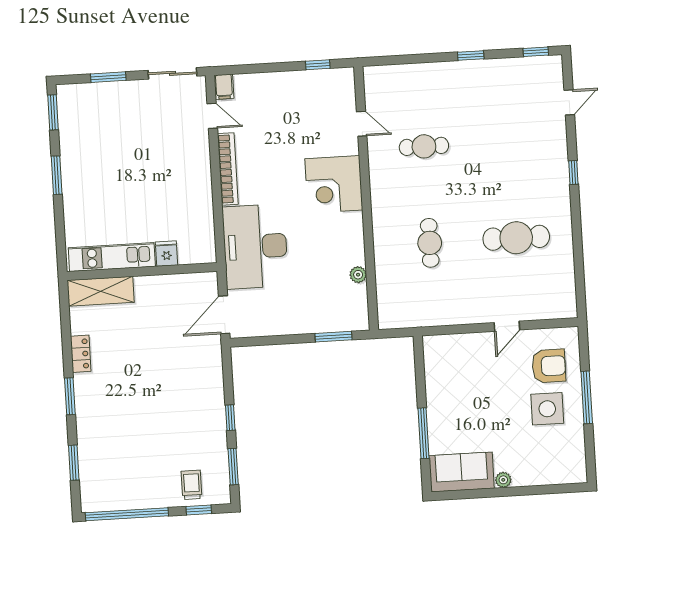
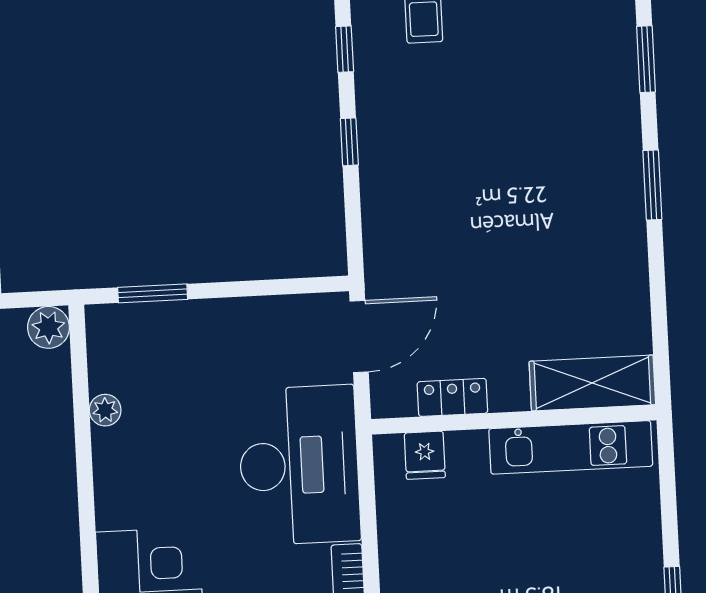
fridge: (166, 254) -> (425, 455), moved
plant: (388, 318) -> (48, 327), added
locker: (81, 354) -> (452, 397), moved, turned 90
window: (233, 467) -> (345, 49), width x0.67

